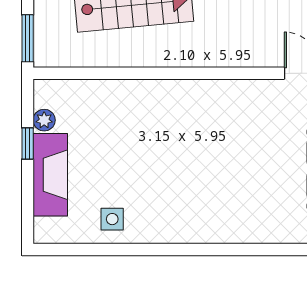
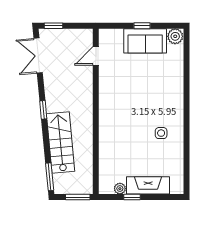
side table: (112, 219) -> (161, 133), moved

